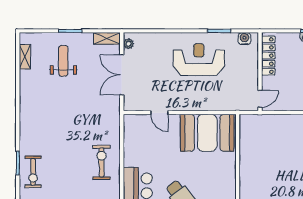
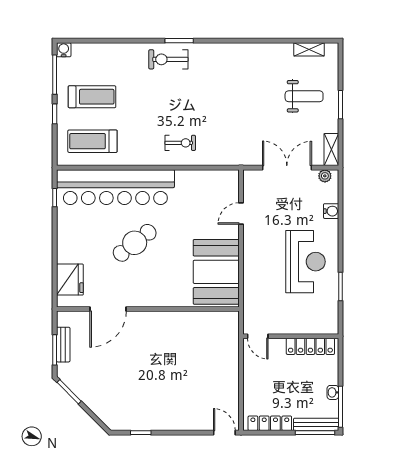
water cooler: (244, 39) -> (331, 211), moved
exercise bike: (101, 162) -> (180, 143), width x0.73, depth x0.72

